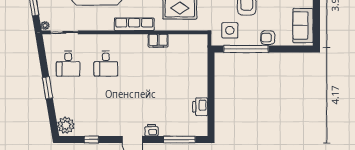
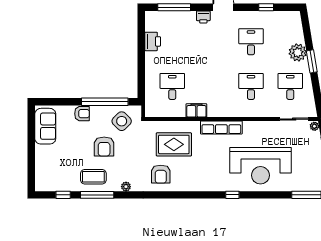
side table: (230, 30) -> (122, 121), turned 45
desk: (181, 64) -> (172, 86), added
desk: (106, 107) -> (251, 42), added
plant: (66, 125) -> (298, 52), moved

